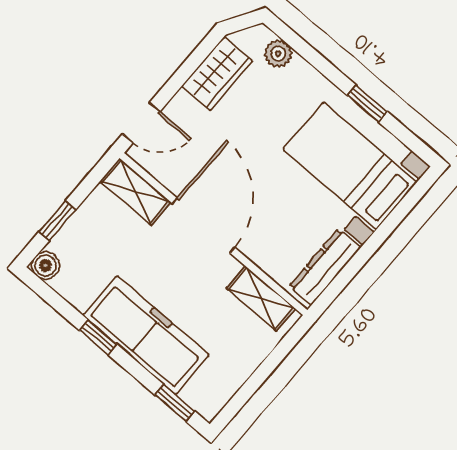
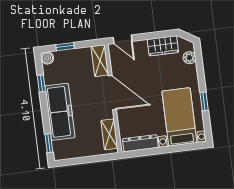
door: (204, 226) -> (112, 93), hinge flipped
window: (98, 337) -> (41, 83), moved

